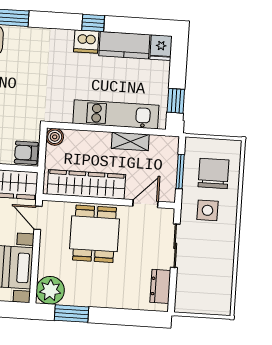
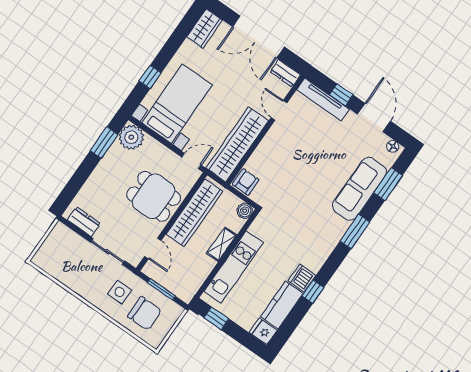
shelving: (130, 141) -> (222, 244), moved

